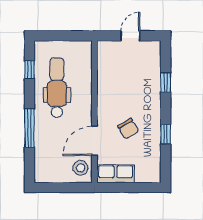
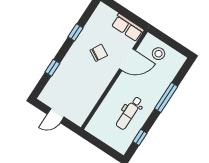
dental chair: (57, 88) -> (129, 113), width x0.73, depth x0.72
chair: (128, 129) -> (99, 53), turned 59
stool: (81, 168) -> (158, 54), moved

